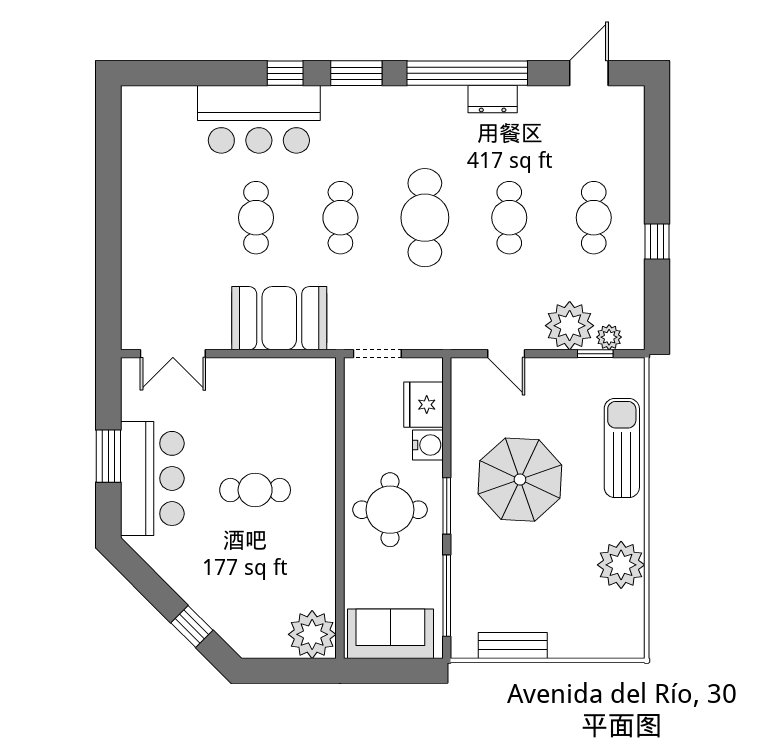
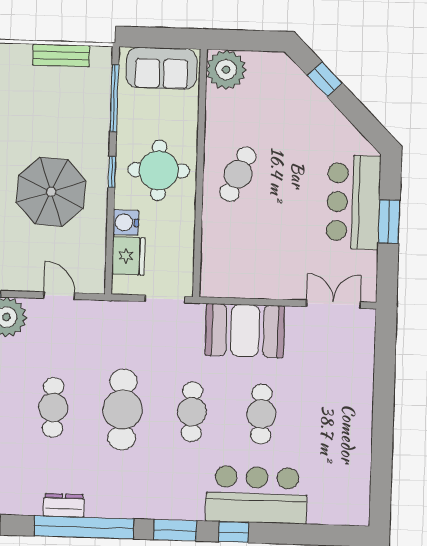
cafe table: (255, 490) -> (238, 174), moved, turned -67
window: (447, 506) -> (112, 172), width x0.67

